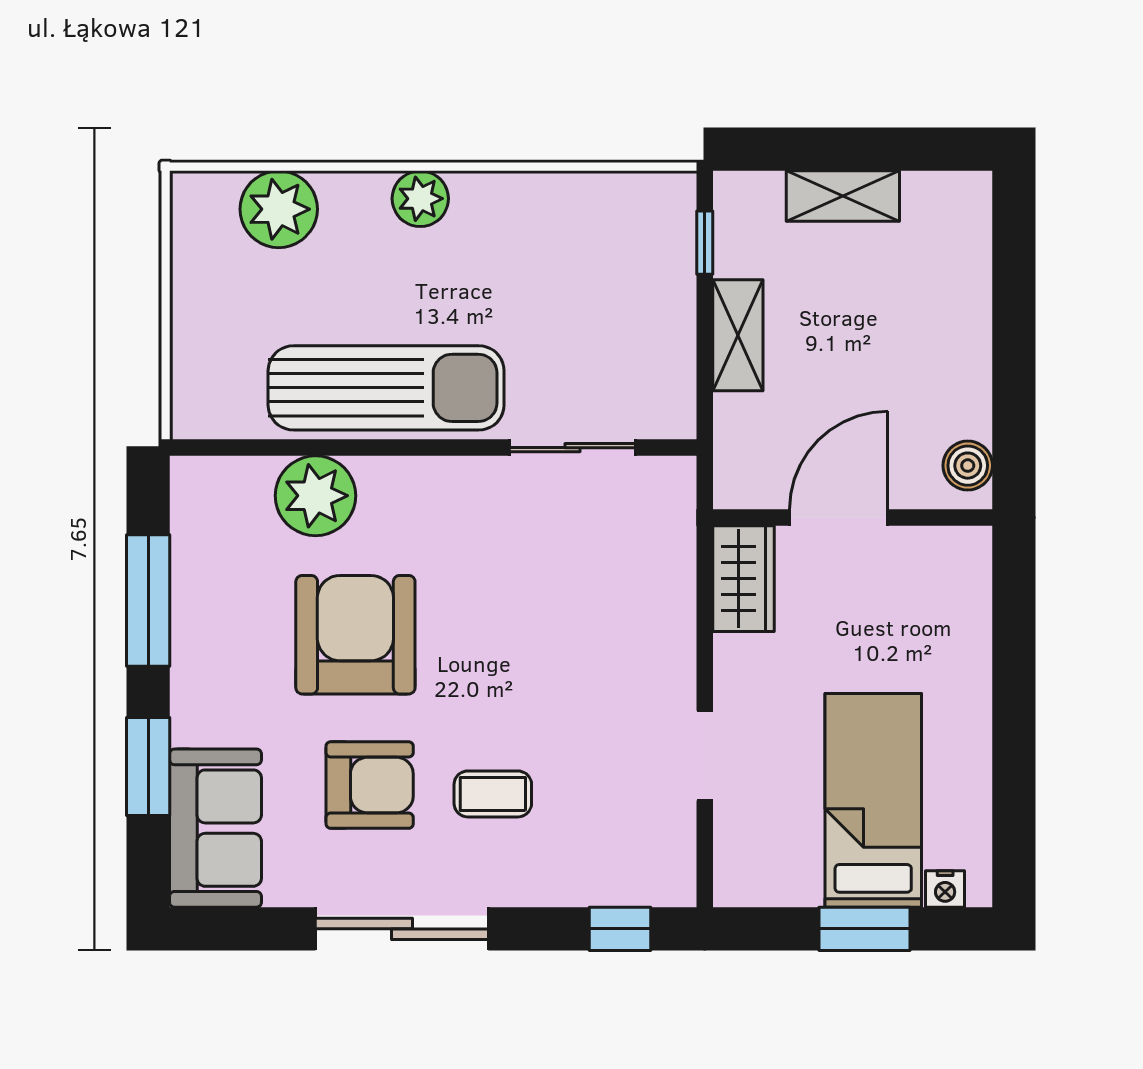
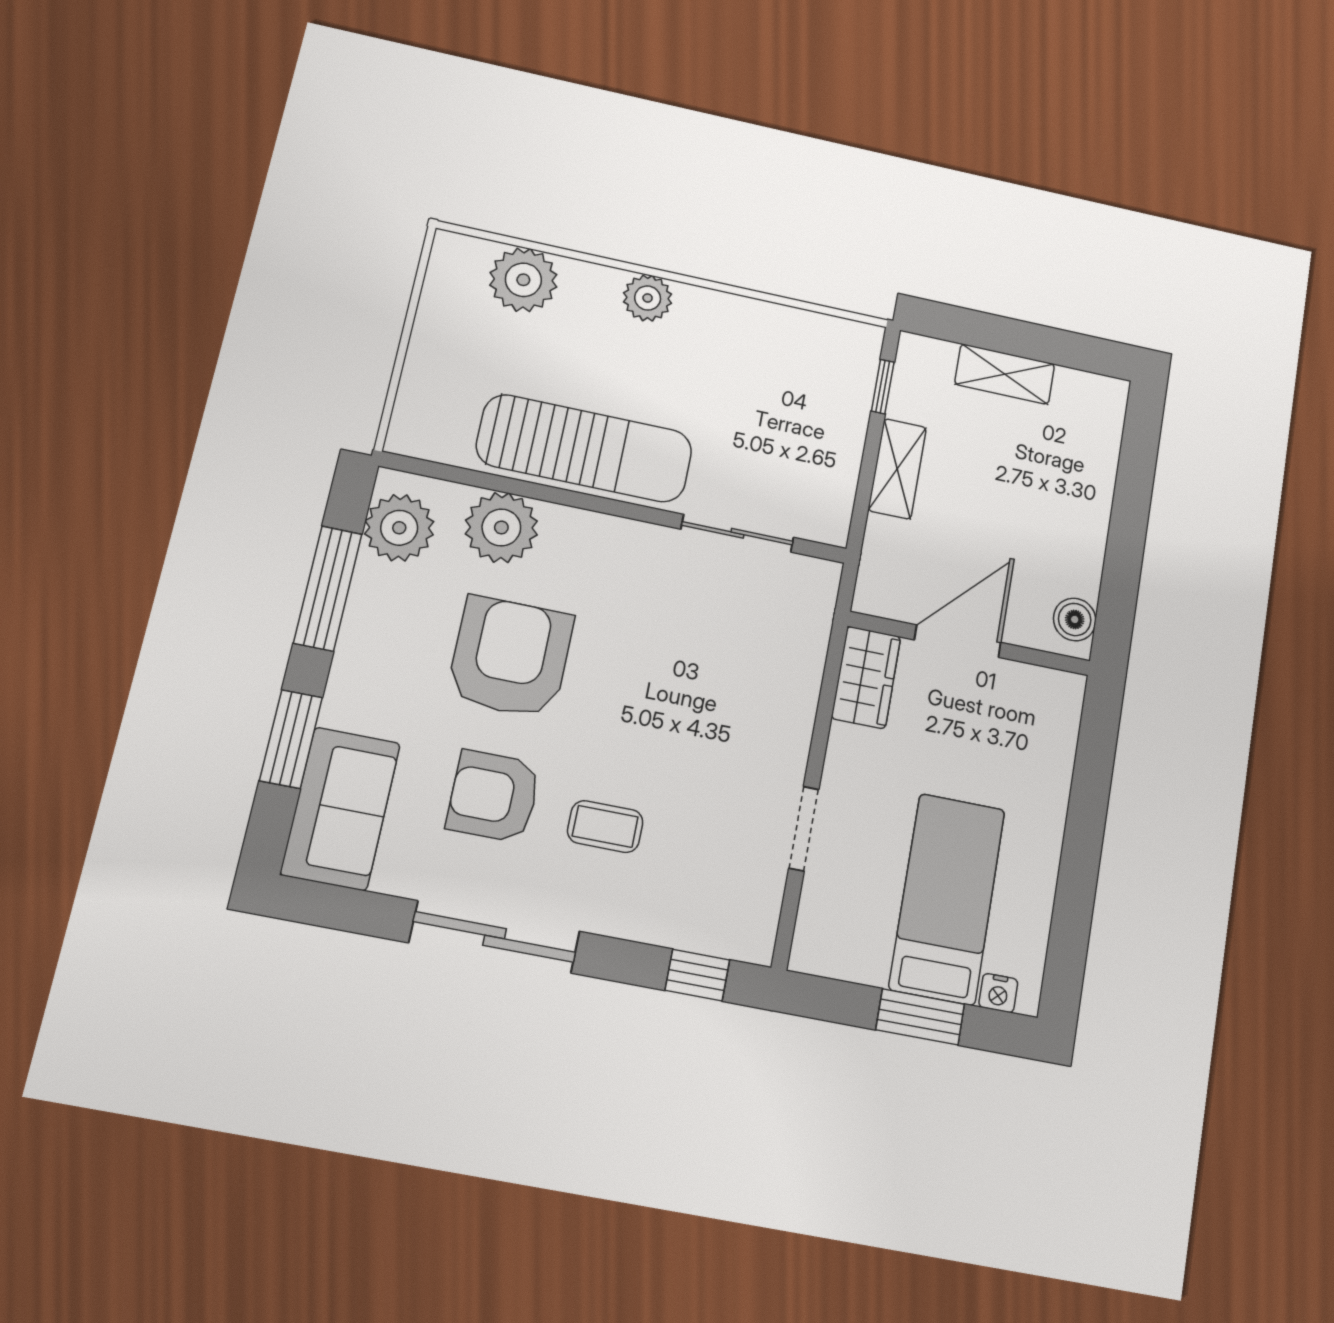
plant: (208, 519) -> (399, 528), added
armchair: (370, 785) -> (494, 796), turned 180

